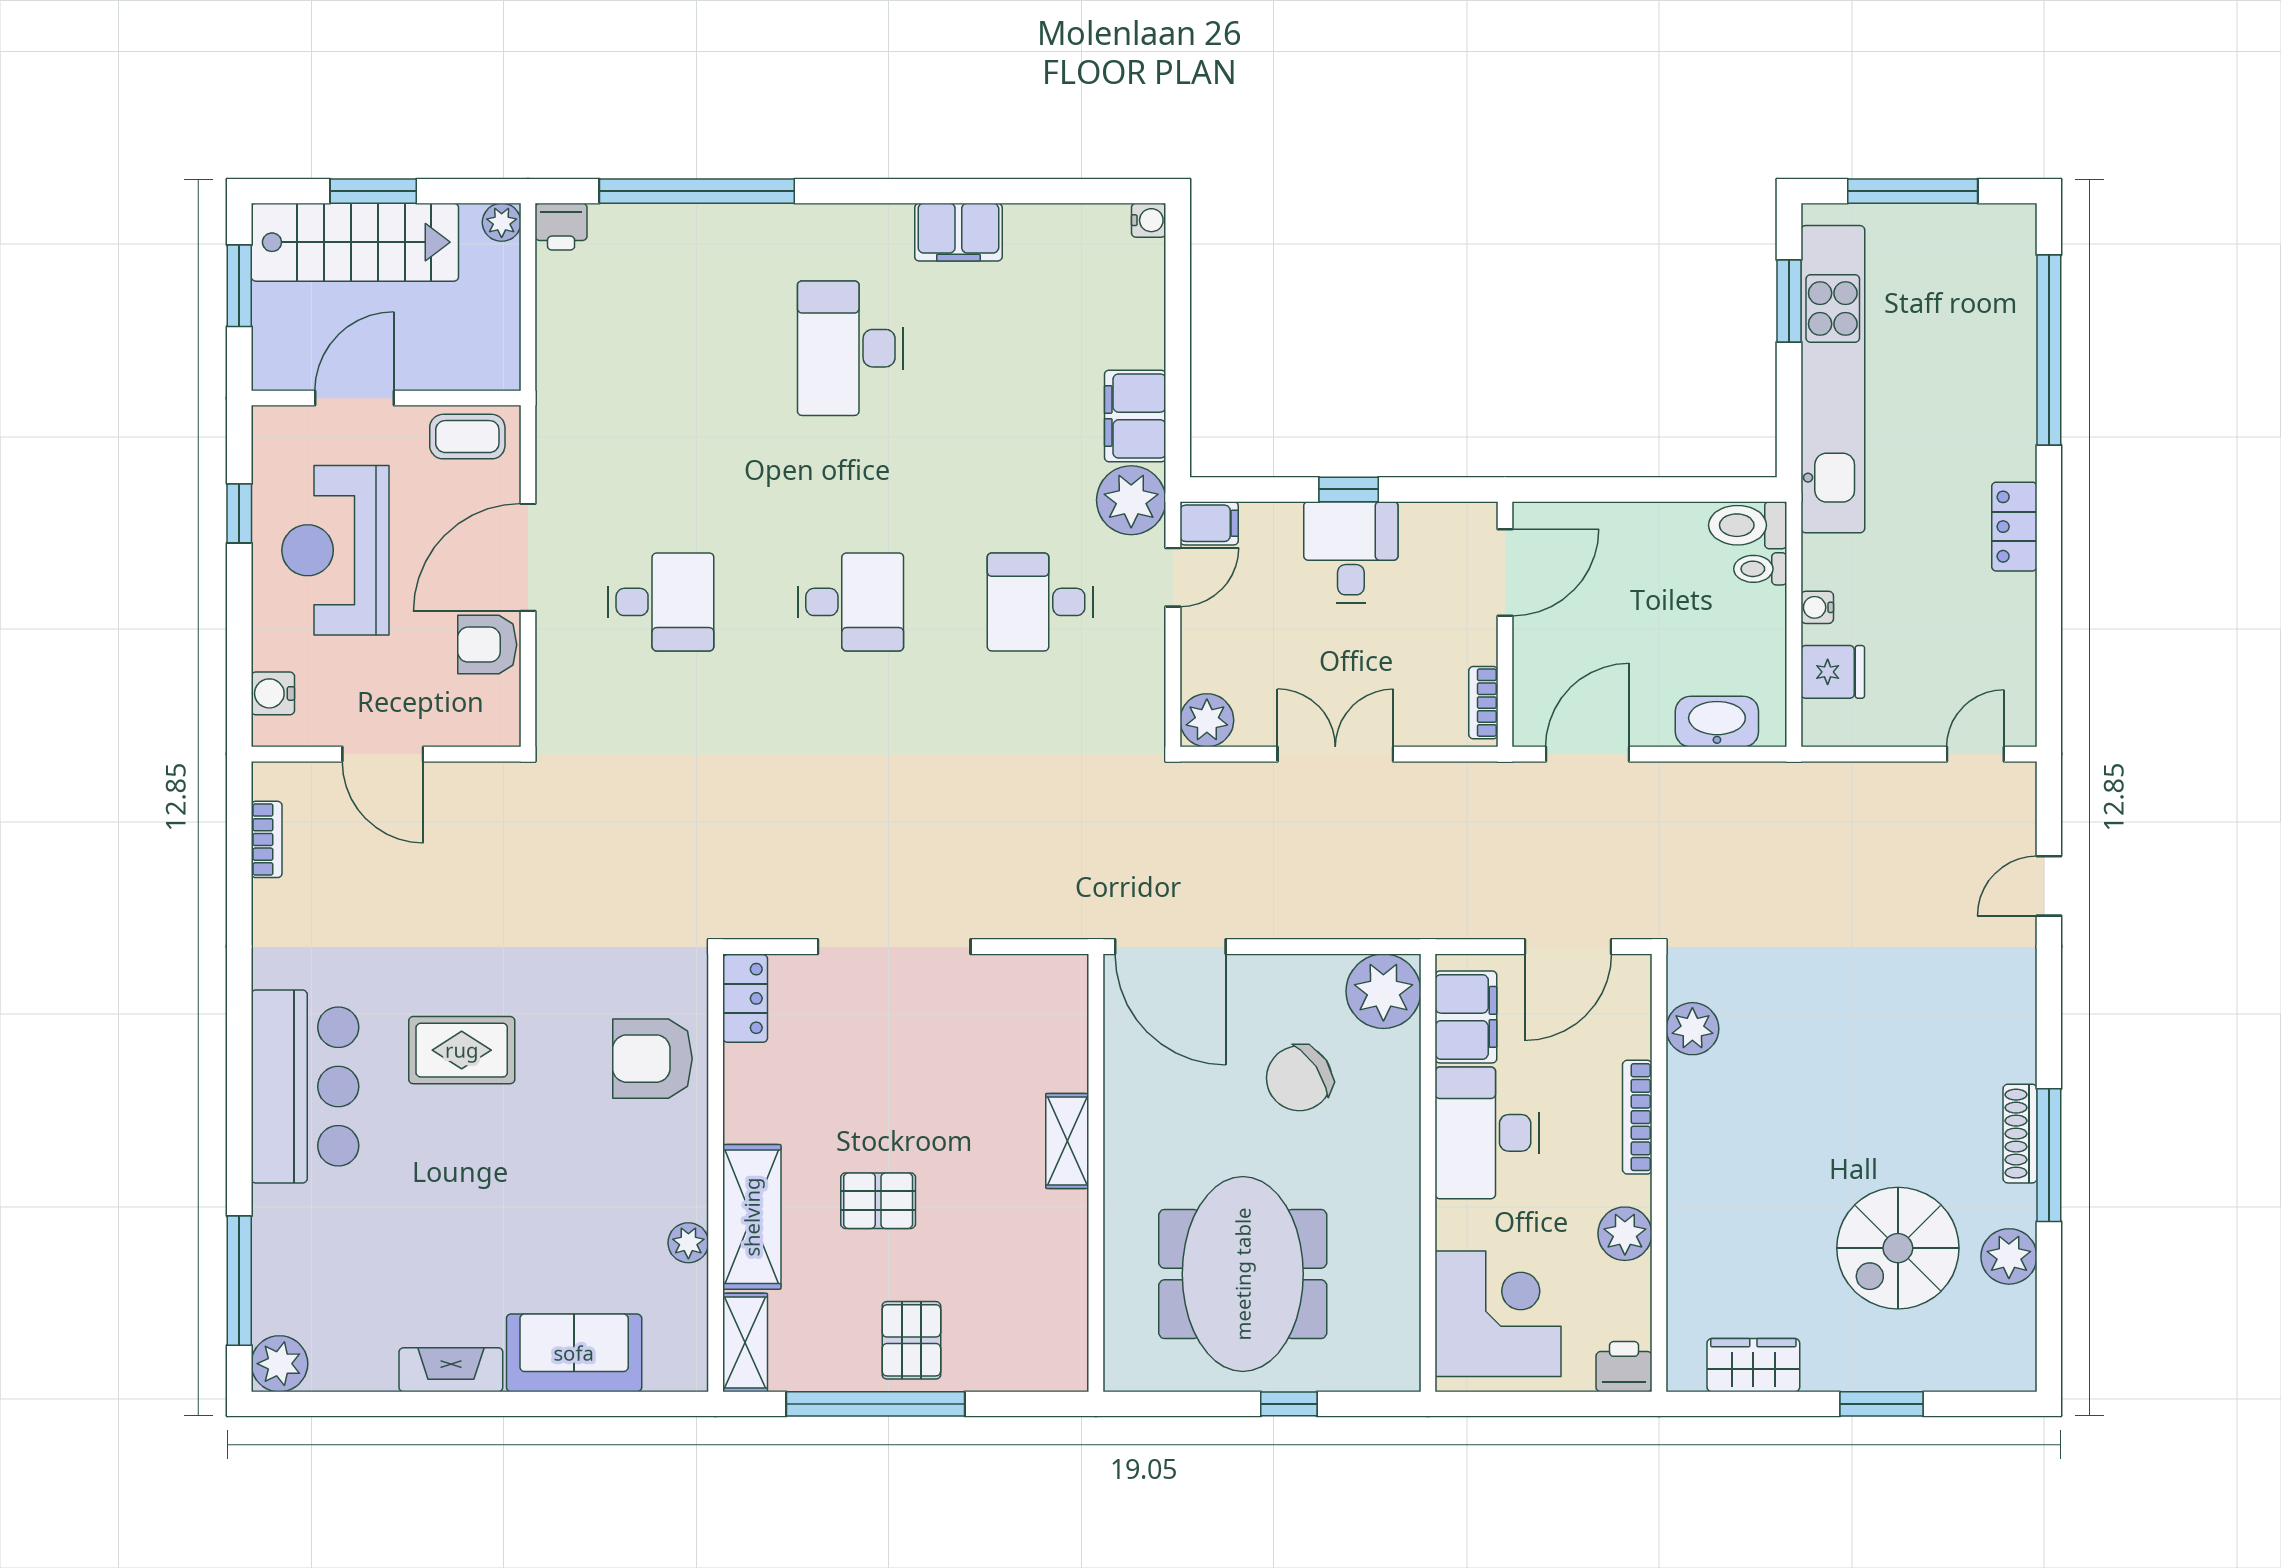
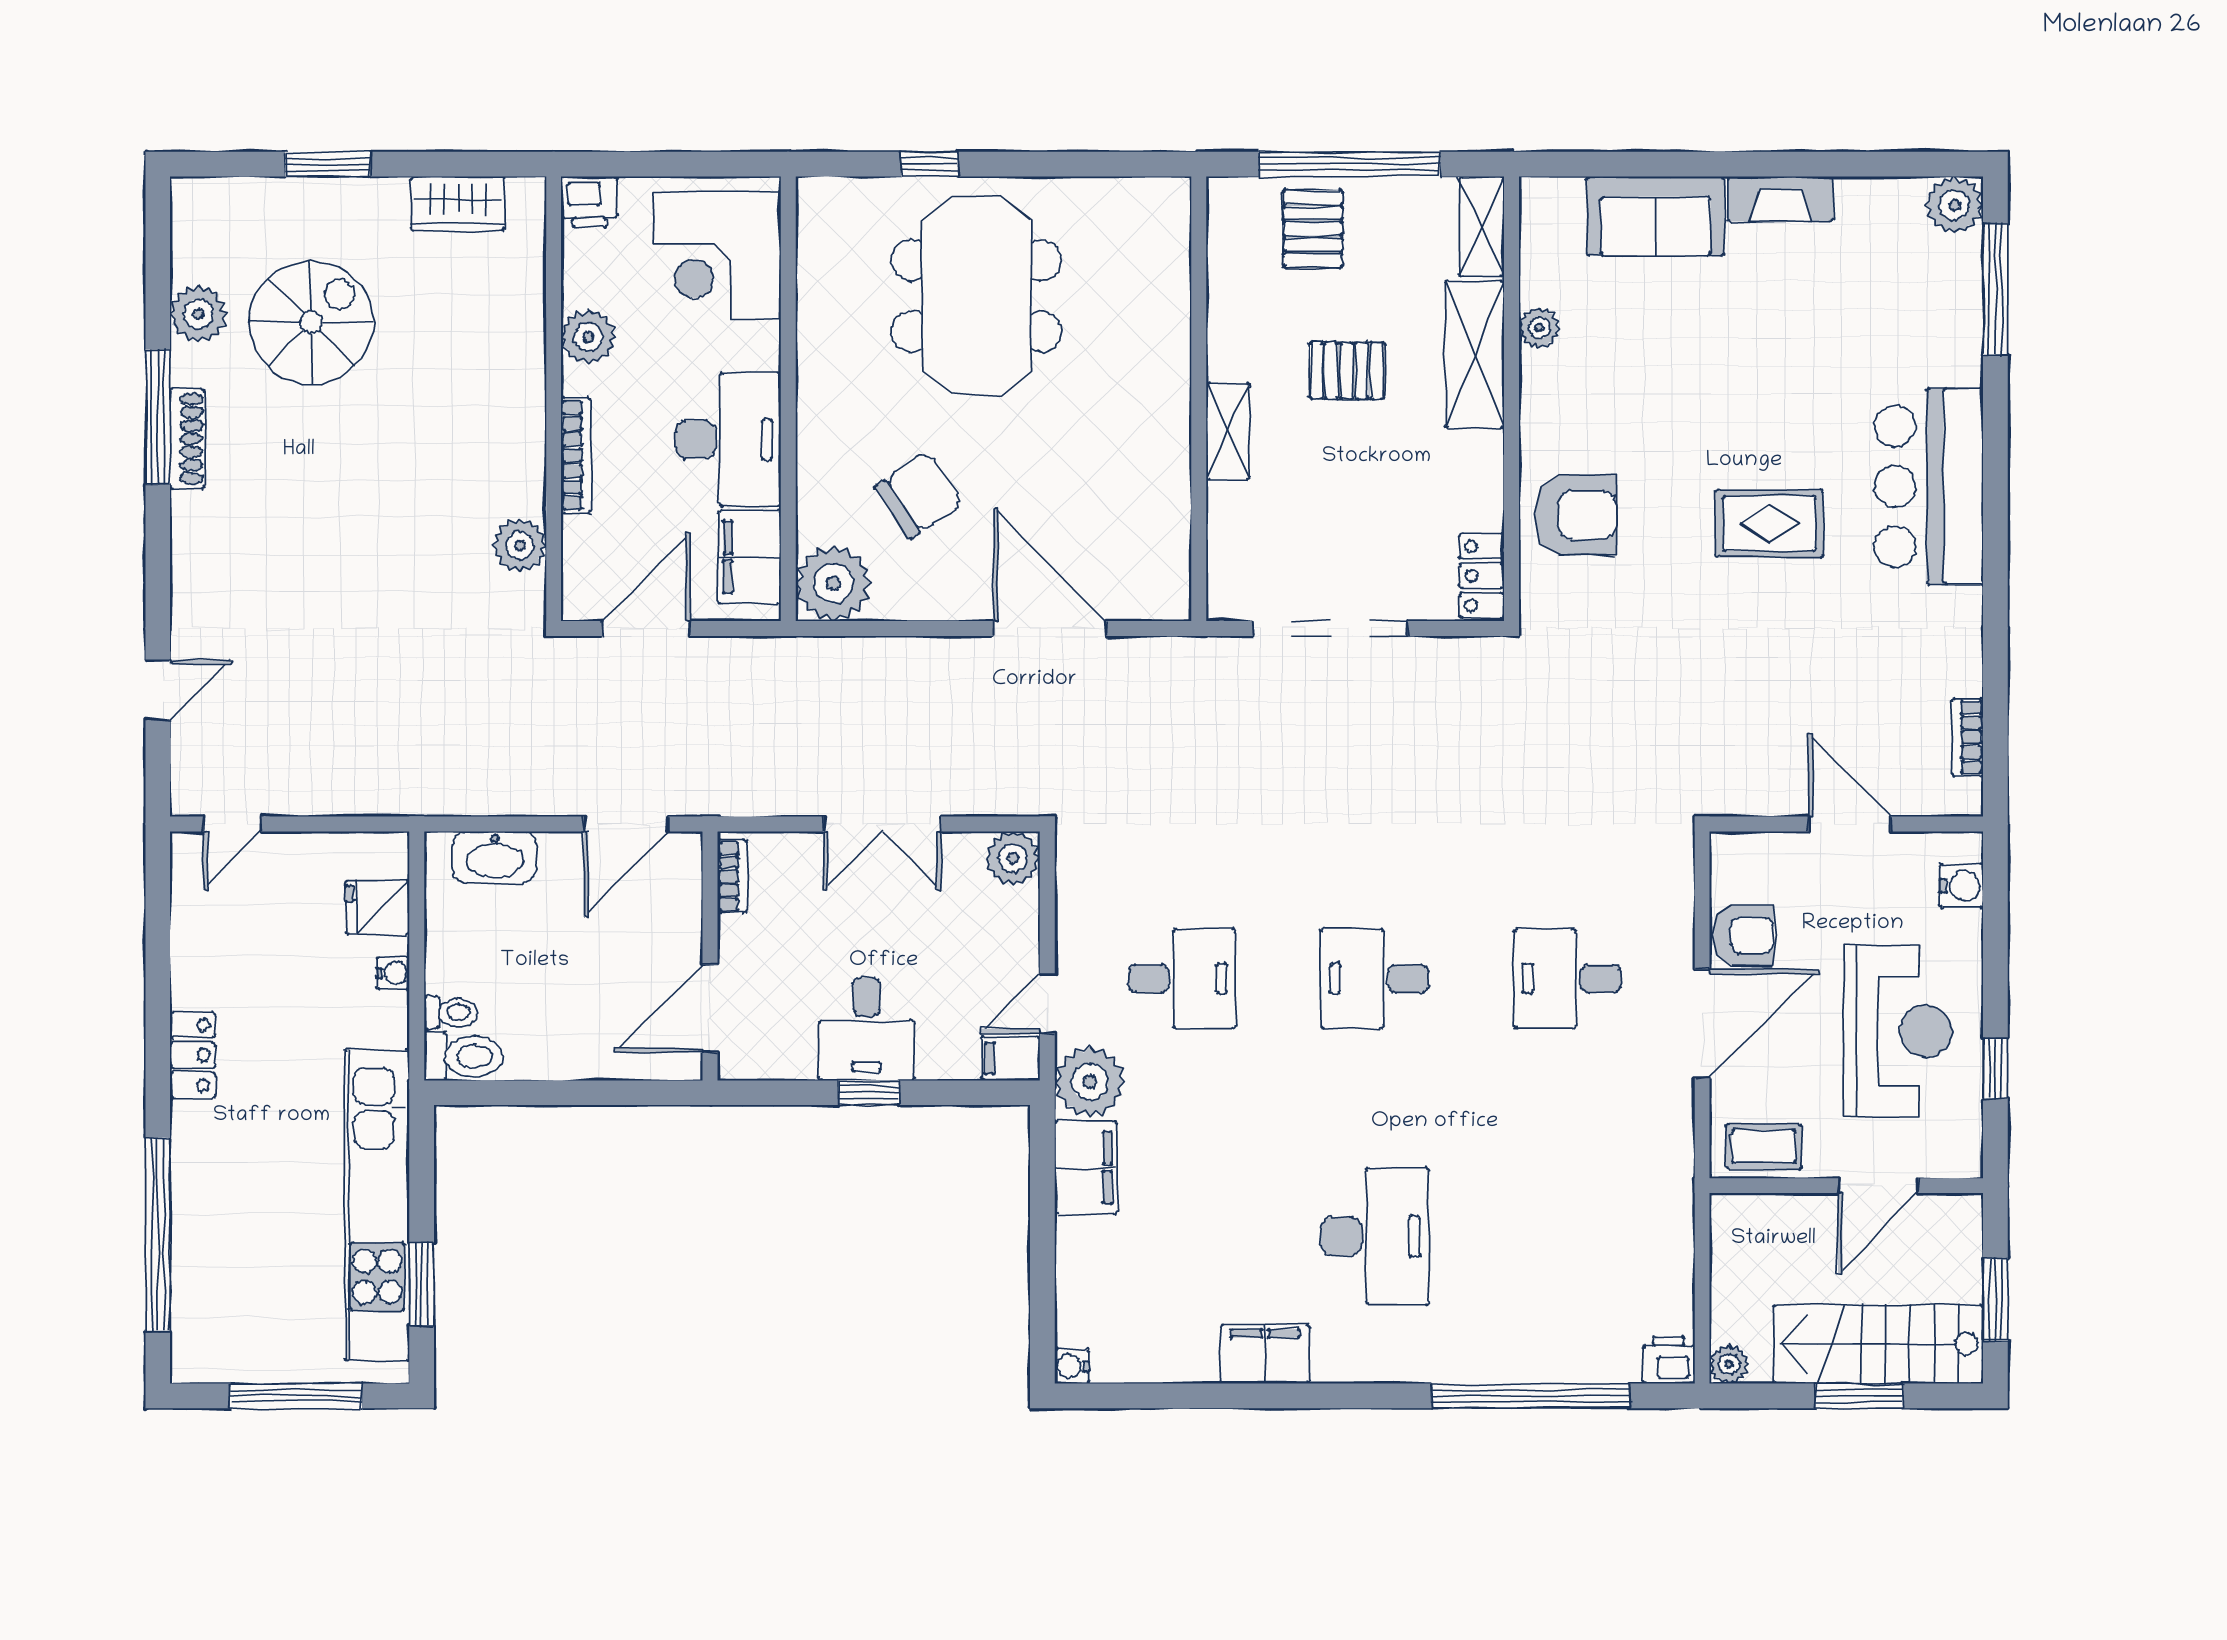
shelving: (1067, 1141) -> (1228, 431), moved
wall: (1096, 1173) -> (1199, 399), moved

